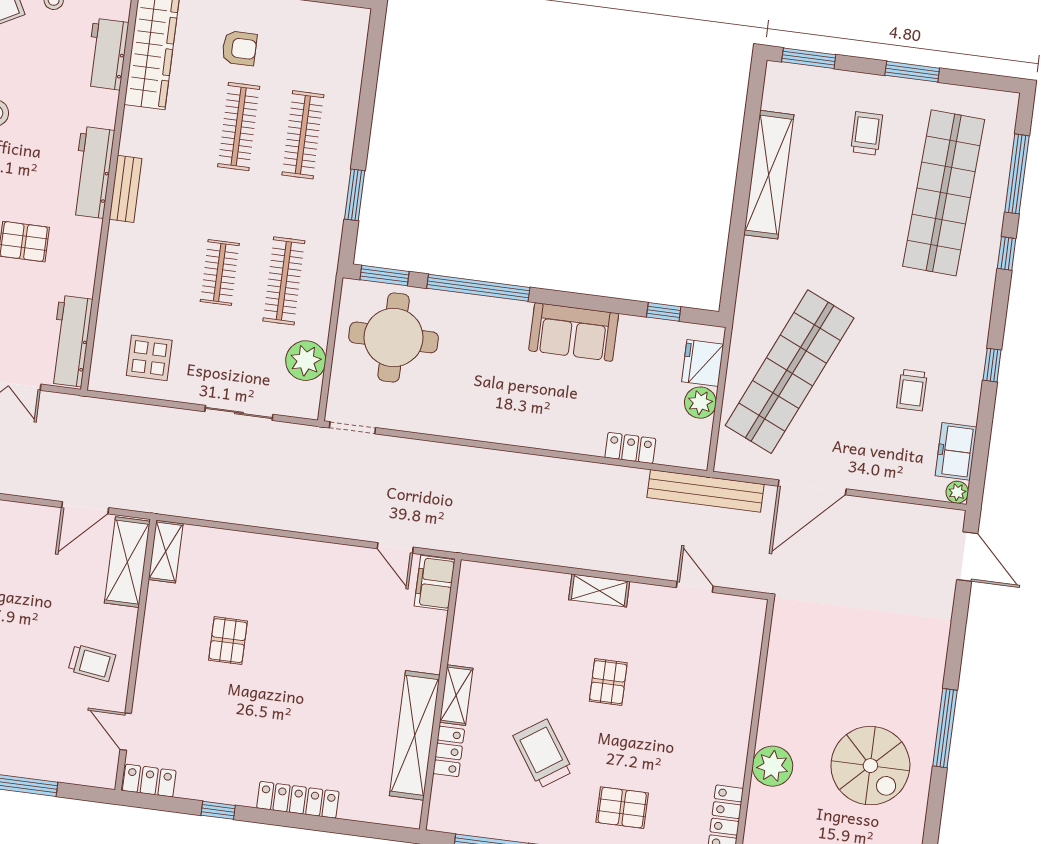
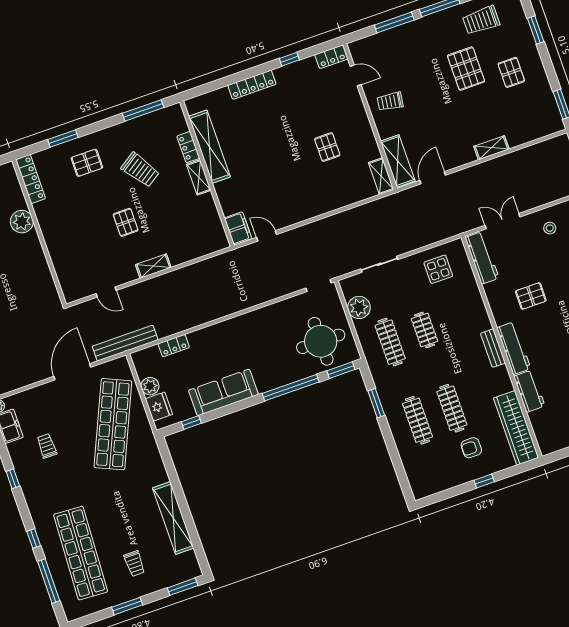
workbench: (107, 54) -> (529, 391), moved
sofa: (574, 332) -> (223, 392), width x1.36

